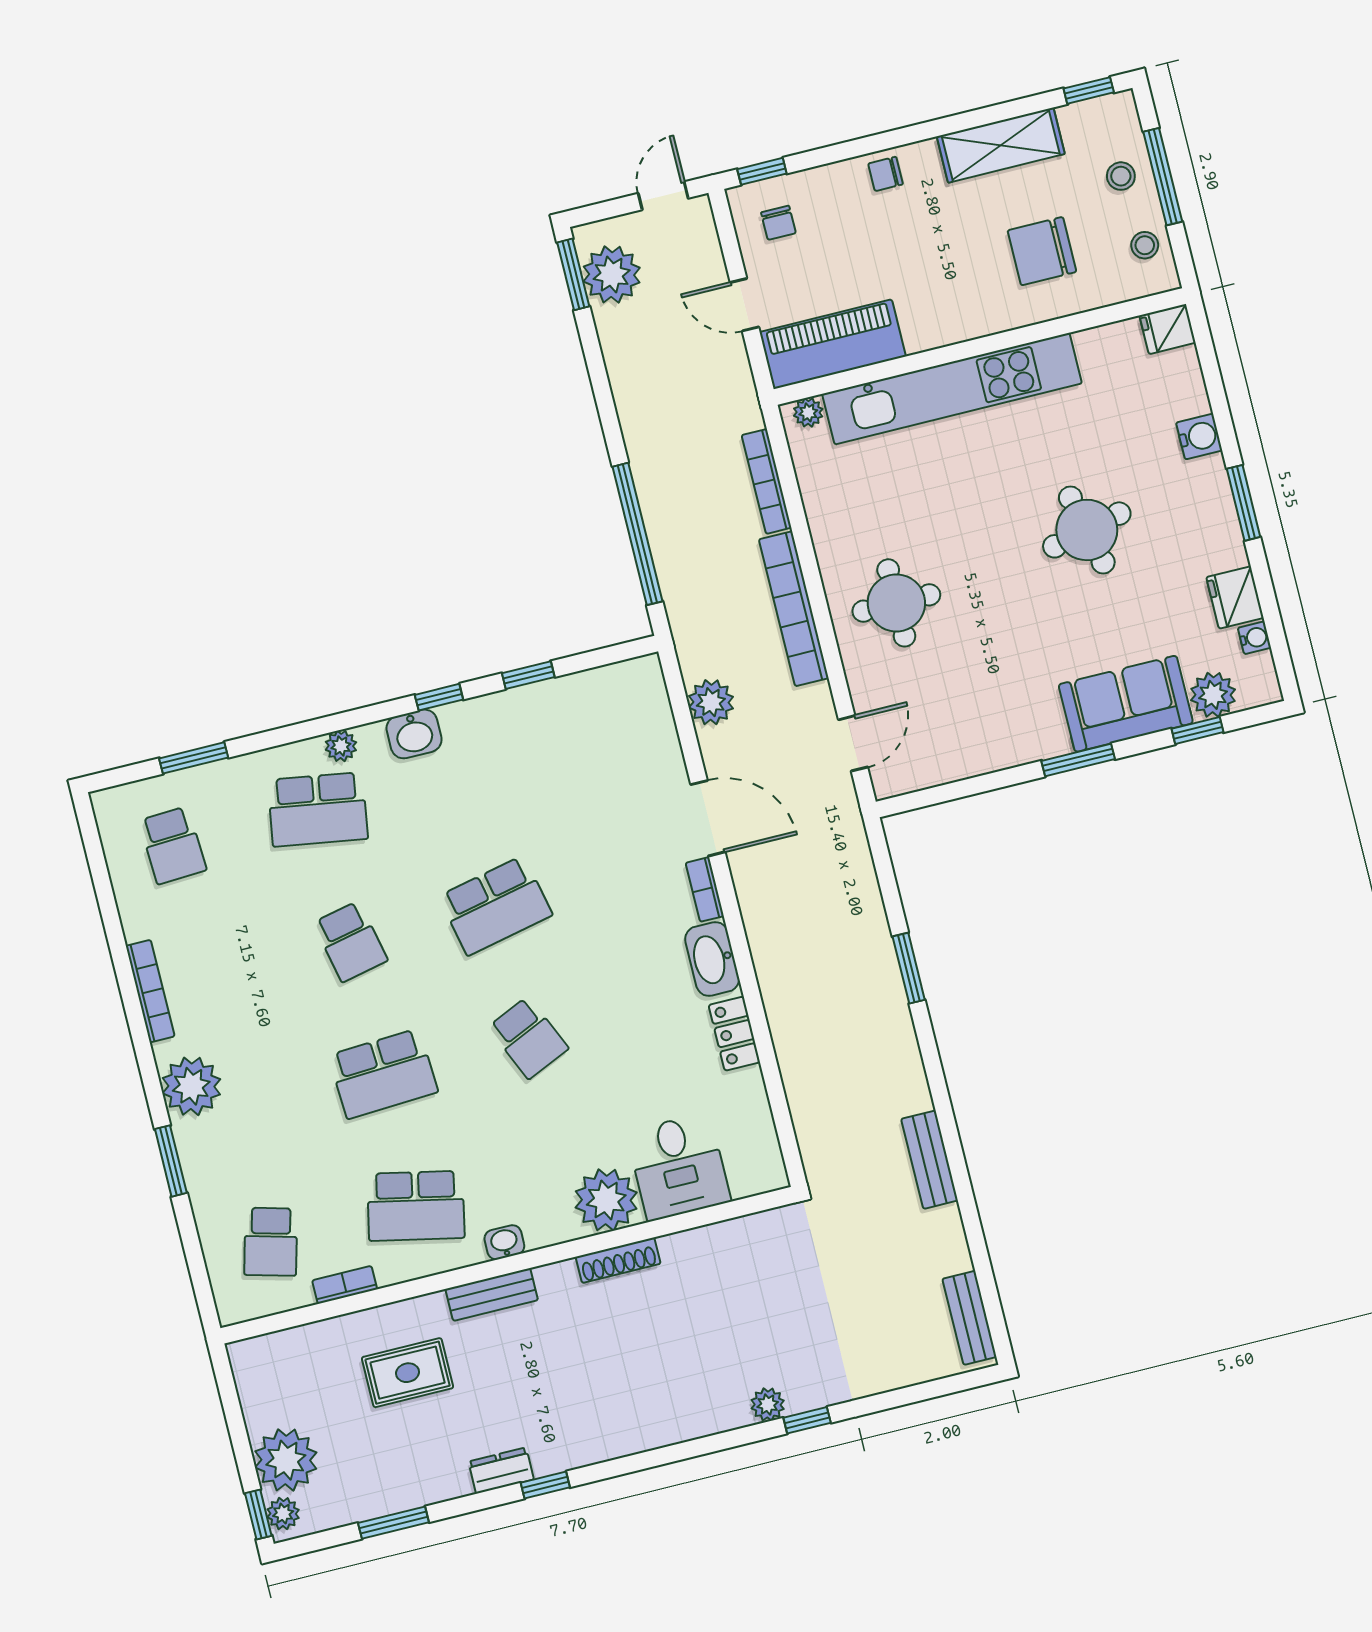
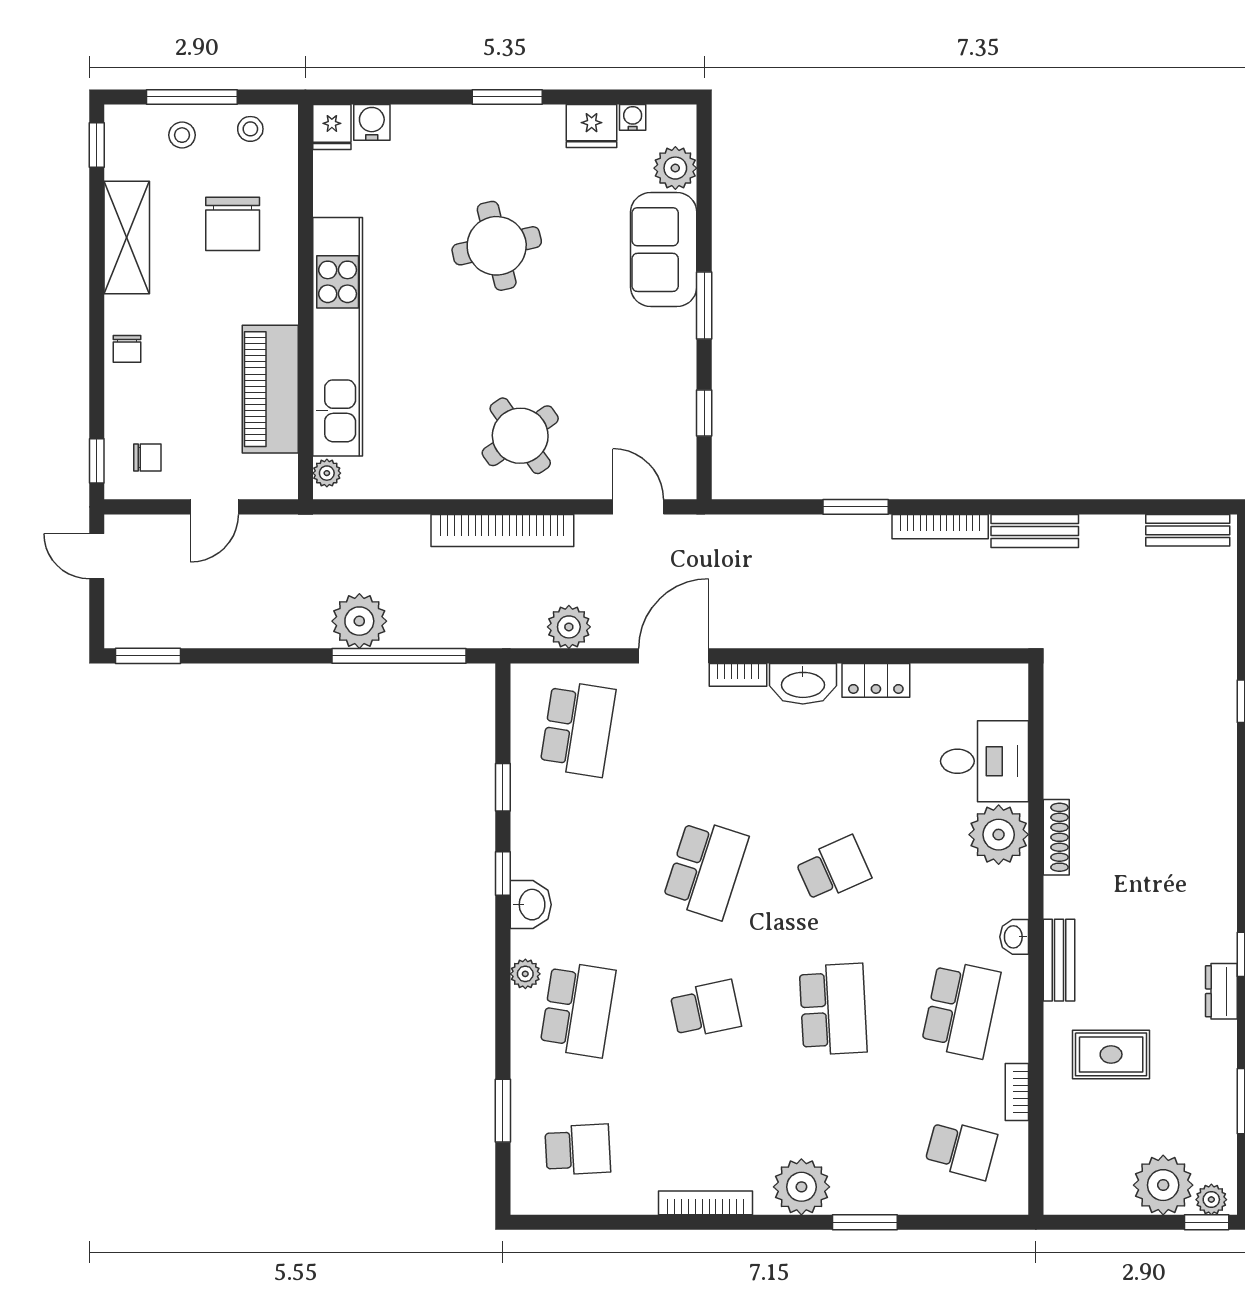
plant: (612, 275) -> (359, 621), moved
piano: (833, 344) -> (270, 389), moved
water cooler: (1199, 437) -> (372, 122), moved
bookcase: (767, 481) -> (940, 527), moved
round table: (896, 603) -> (520, 436), turned -35
window: (1198, 730) -> (704, 413), moved
school desk: (608, 738) -> (578, 729), added
school desk: (496, 906) -> (706, 869), turned 30
rug: (408, 1373) -> (1111, 1054), turned 90
plant: (768, 1405) -> (1221, 734), removed

